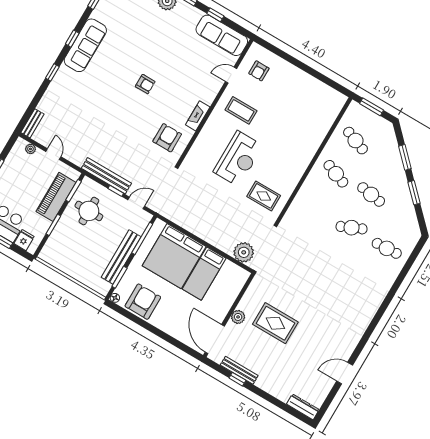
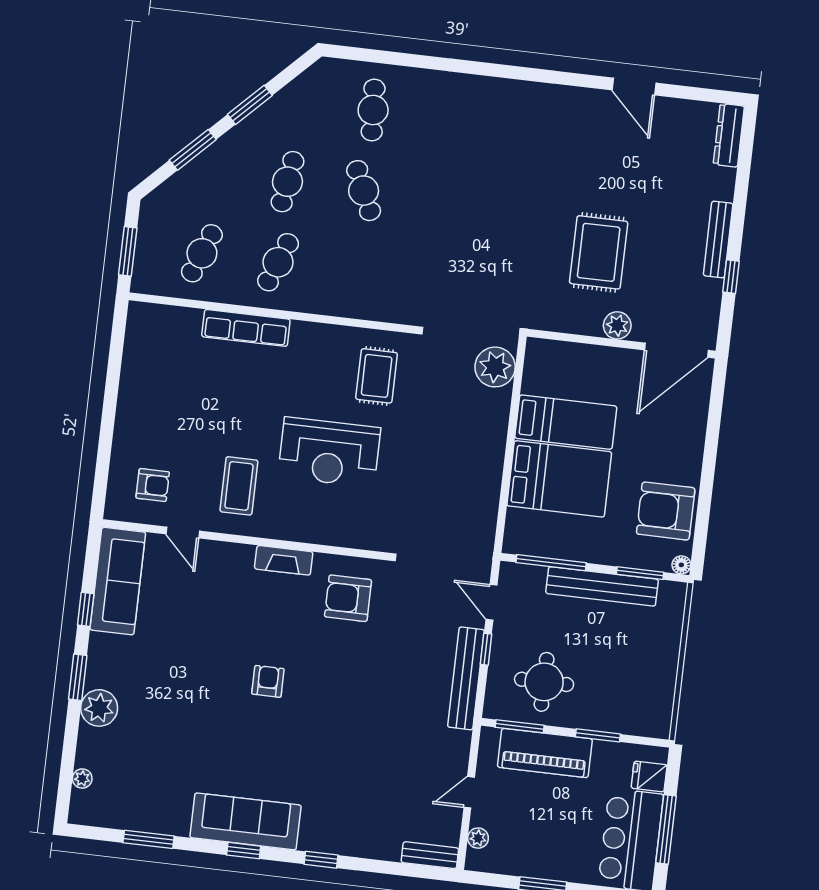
row of seats: (312, 146) -> (246, 328), added
reception desk: (238, 159) -> (329, 452), turned 180
bed: (174, 256) -> (559, 479), width x0.73
bench: (239, 370) -> (718, 239), moved

